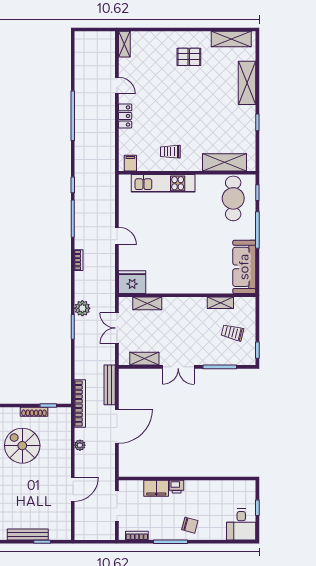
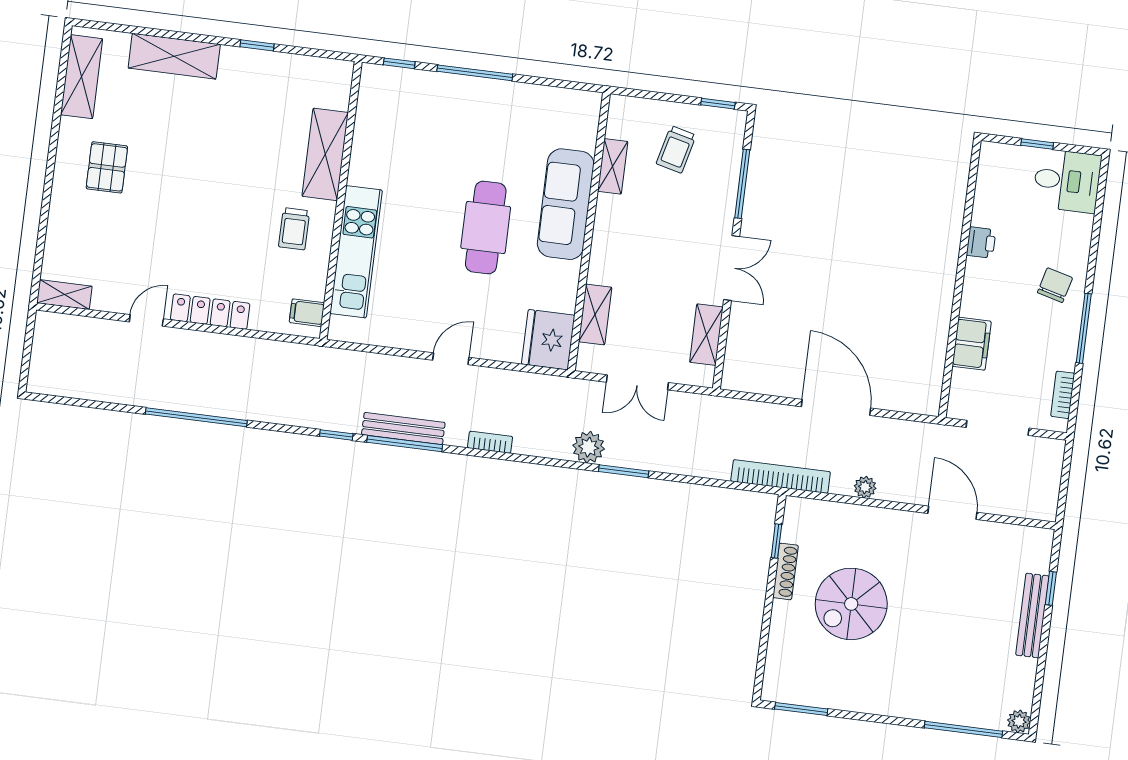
locker: (125, 116) -> (210, 312), width x1.53
shelving: (224, 162) -> (325, 154), moved
cafe table: (233, 198) -> (486, 227), moved, turned 90
sofa: (244, 267) -> (566, 204), moved, turned 90
bench: (110, 385) -> (403, 429), moved
printer: (177, 487) -> (981, 243), moved

